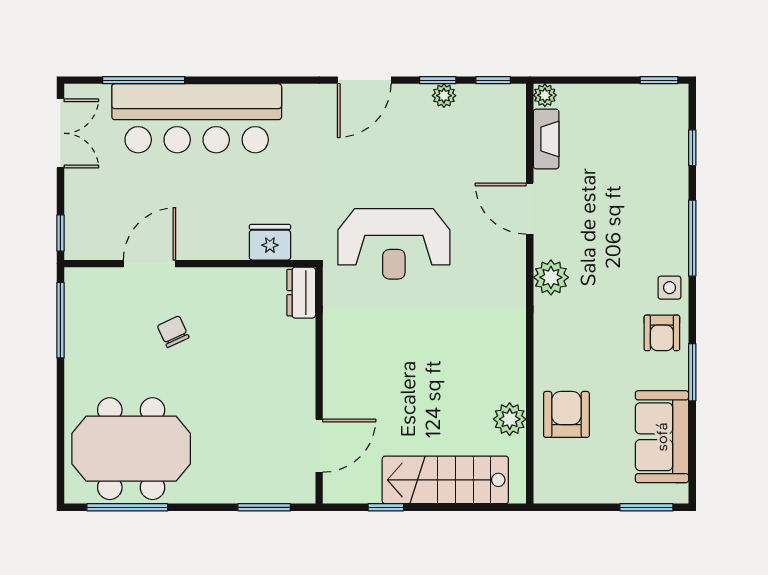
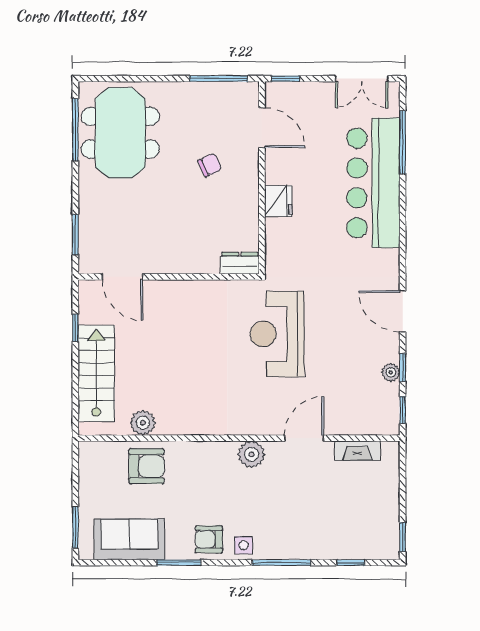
plant: (545, 95) -> (391, 450), removed
fridge: (270, 242) -> (278, 201), moved
door: (150, 264) -> (262, 128), moved

